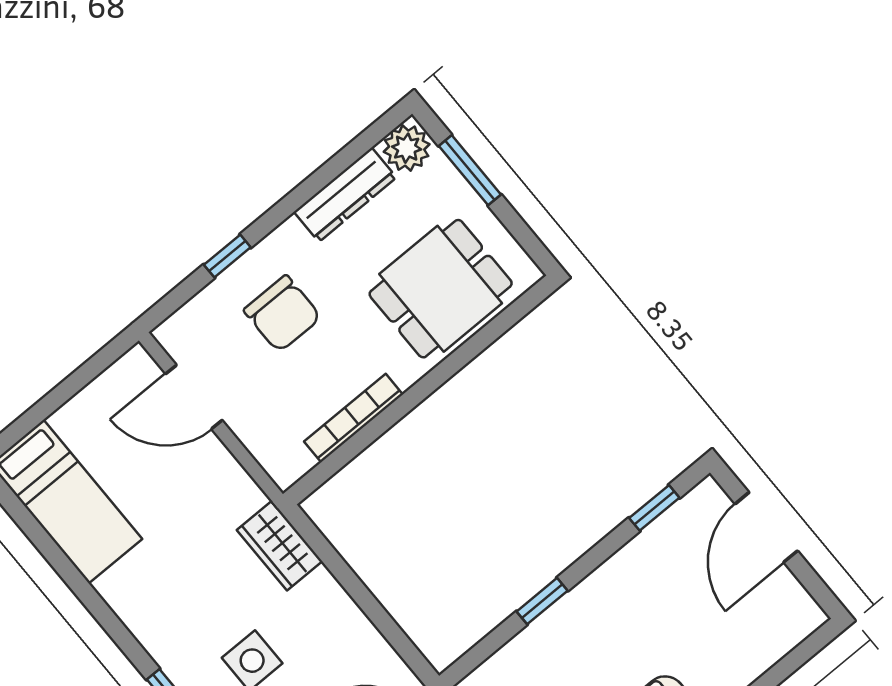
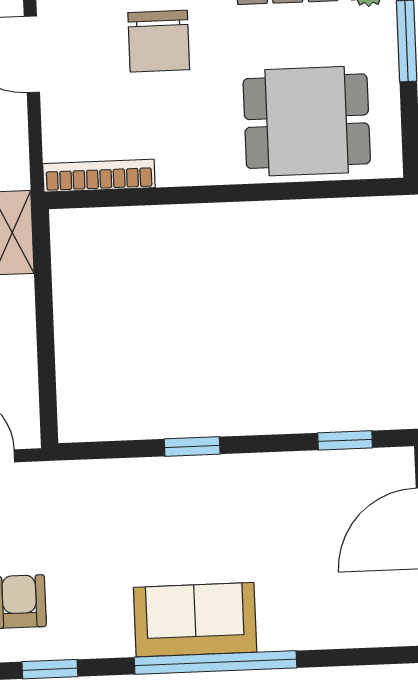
bookcase: (353, 418) -> (99, 176), moved

